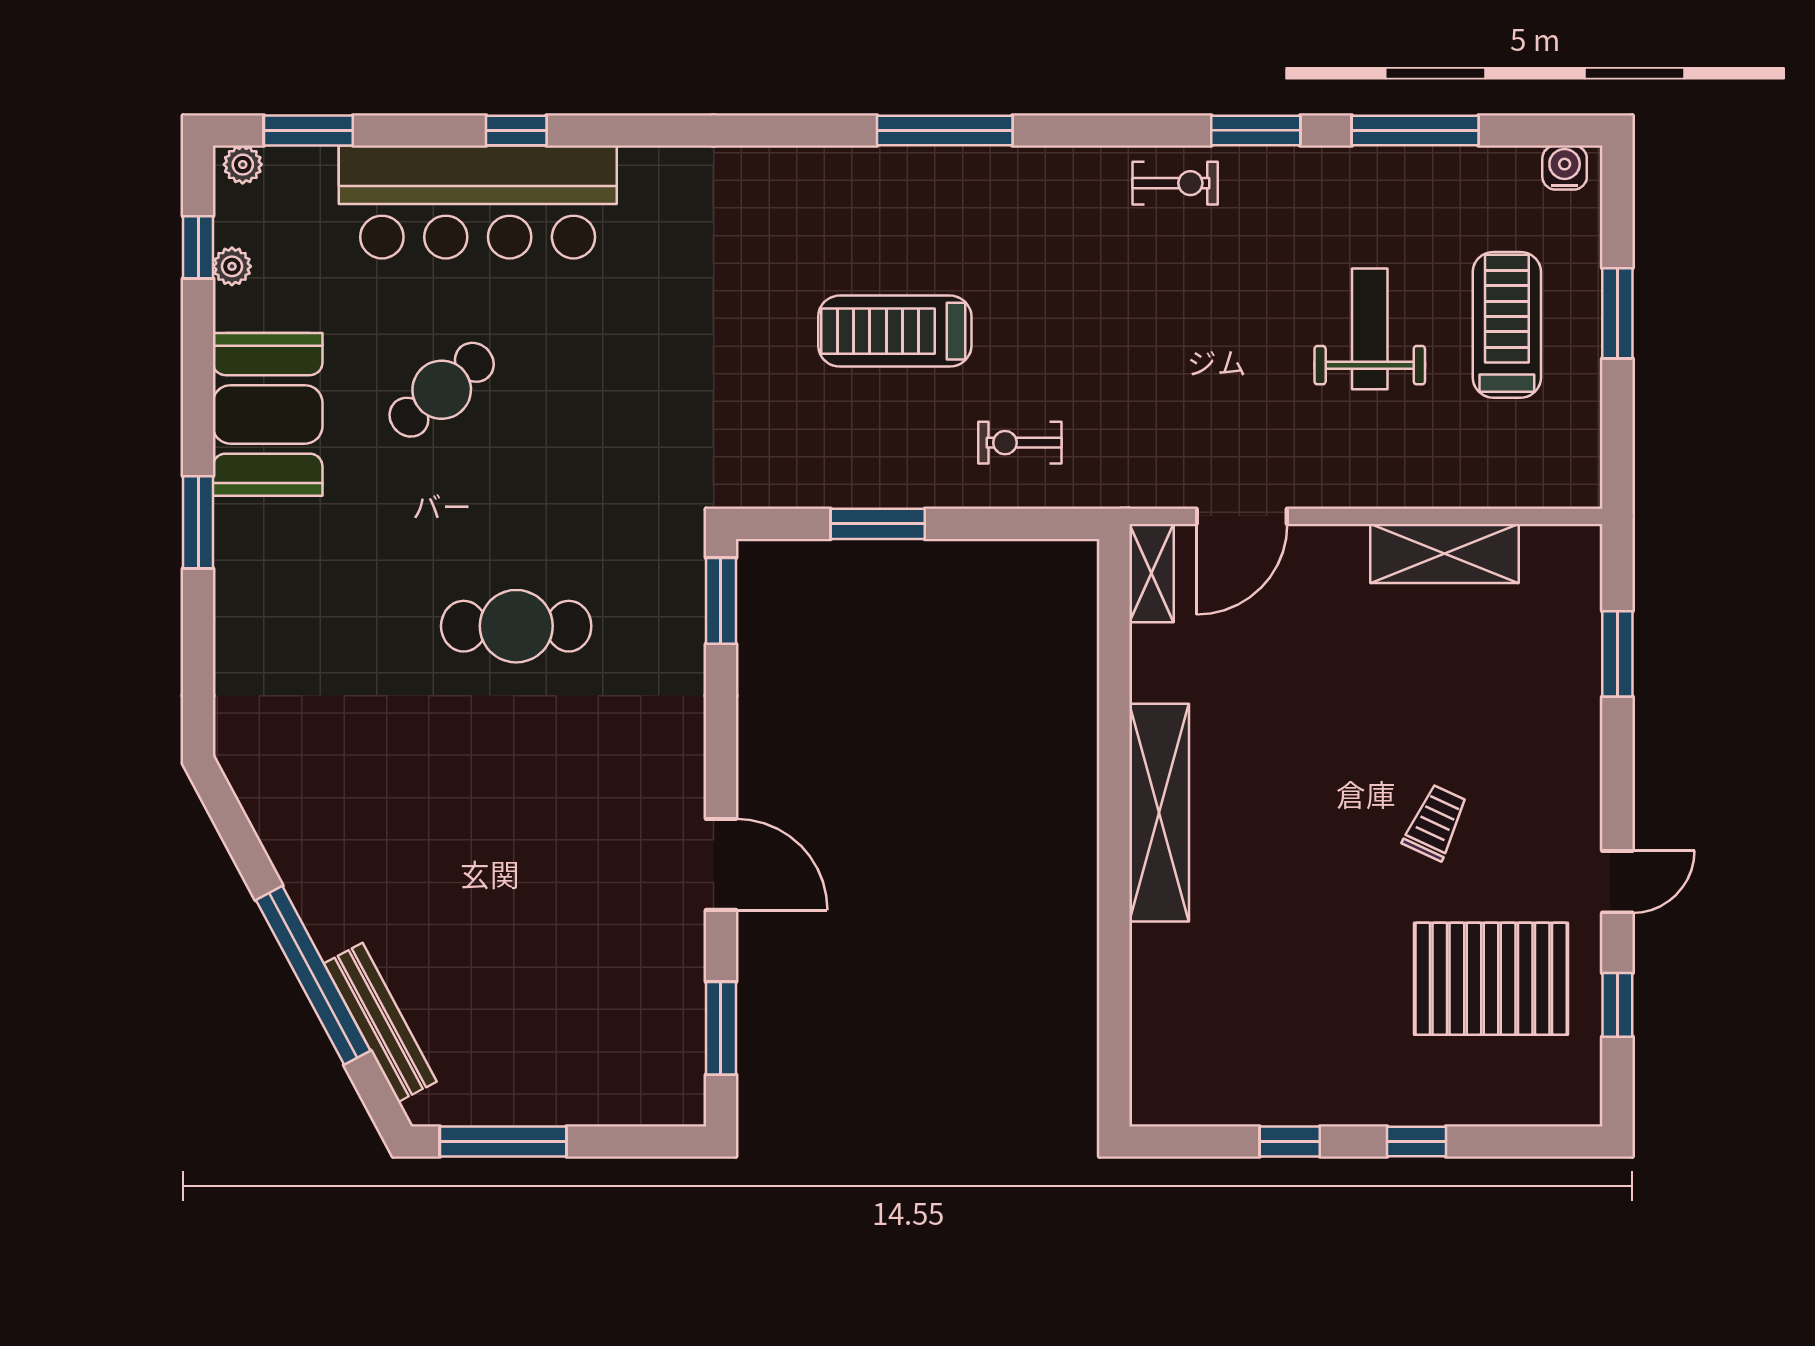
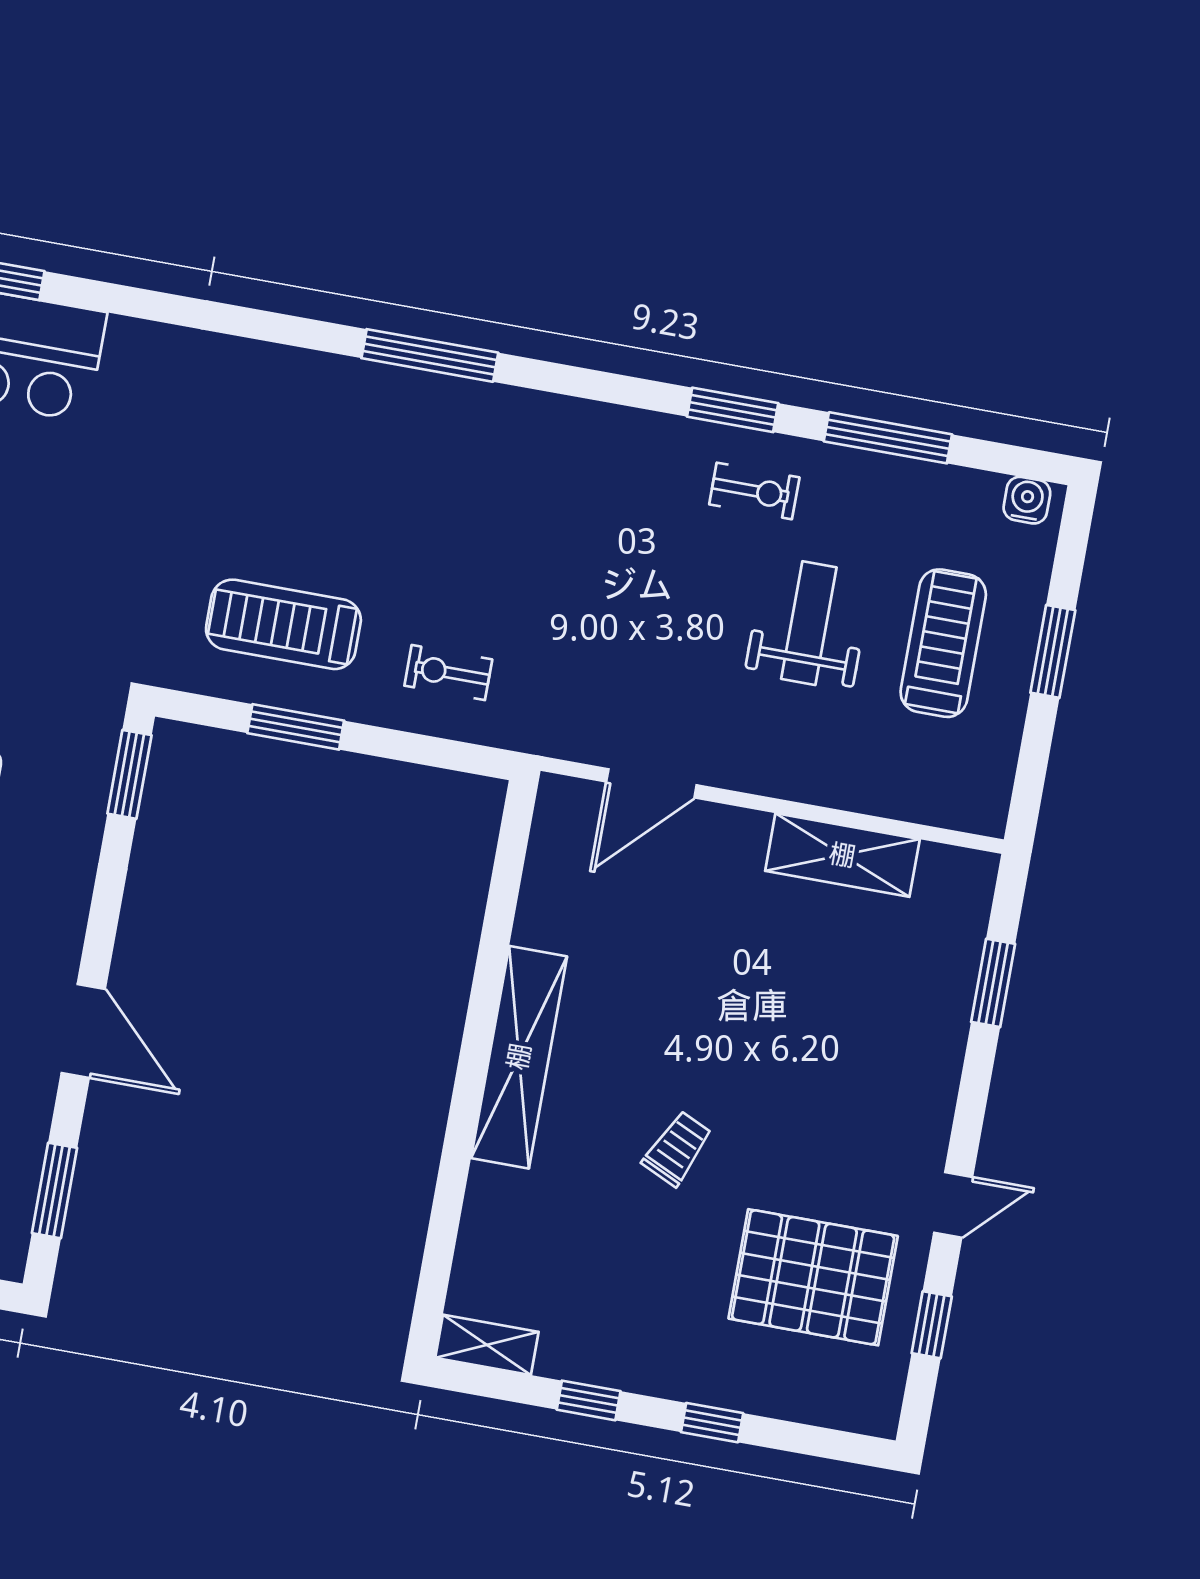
exercise bike: (1175, 183) -> (754, 491), moved
treadmill: (895, 331) -> (283, 624), moved
shelving: (1151, 573) -> (487, 1345), moved, turned 90
trolley: (1435, 822) -> (677, 1149), moved

